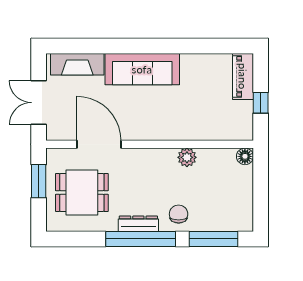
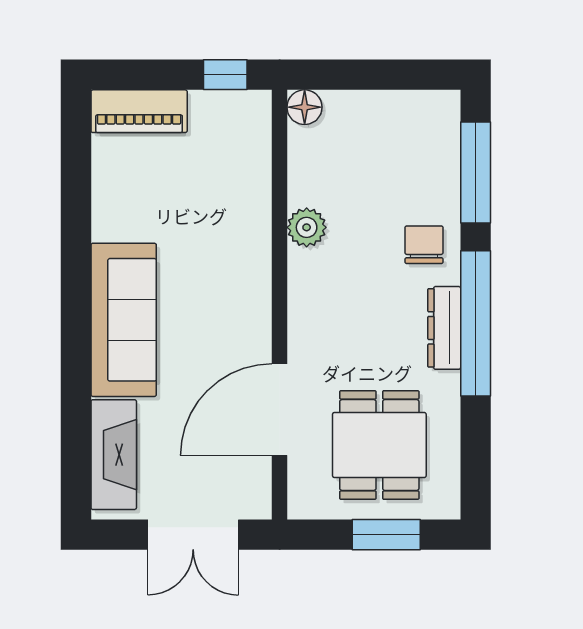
window: (261, 103) -> (225, 75), moved
window: (39, 181) -> (386, 535), moved
chair: (179, 214) -> (424, 245), turned 90

